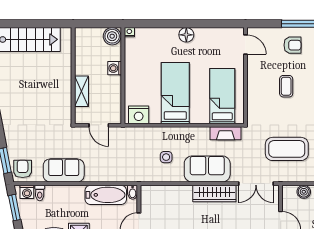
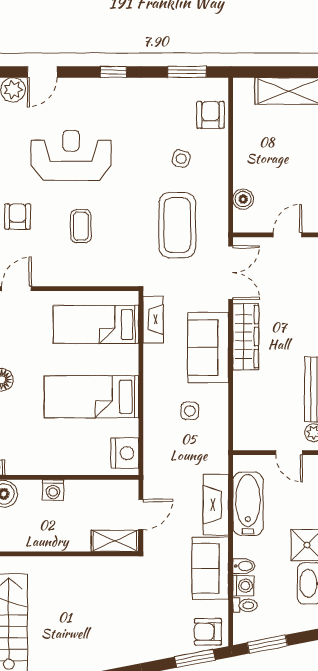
coffee table: (286, 86) -> (81, 226), turned 90
shelving: (82, 91) -> (115, 541), moved
fireplace: (105, 174) -> (216, 505), added
washing machine: (27, 192) -> (243, 586), moved
bidet: (133, 192) -> (244, 566), moved

